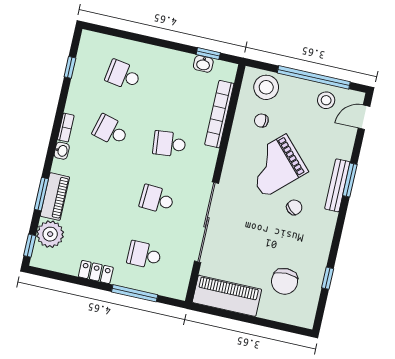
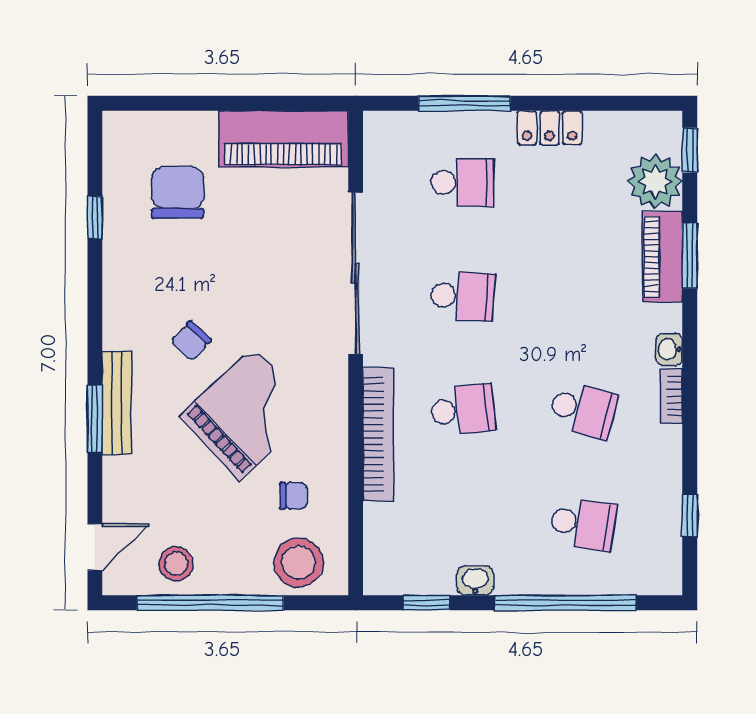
window: (140, 38) -> (565, 603), added
washbasin: (203, 64) -> (475, 581), moved
bookcase: (219, 114) -> (378, 434), moved

